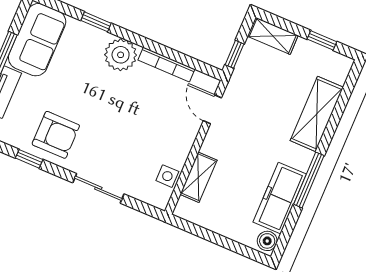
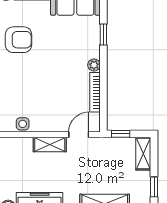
plant: (121, 55) -> (94, 65), width x0.53, depth x0.53
armchair: (56, 135) -> (19, 40), turned -90
shelving: (198, 177) -> (50, 144), moved

